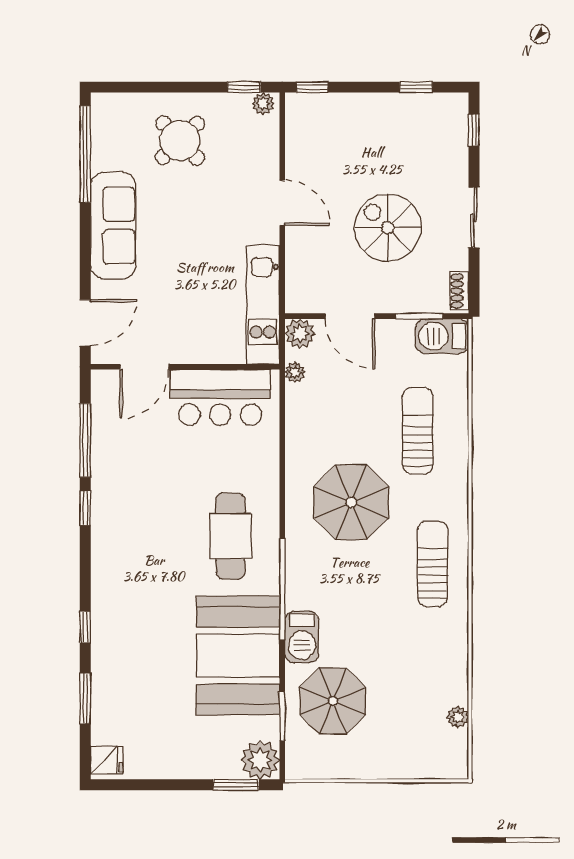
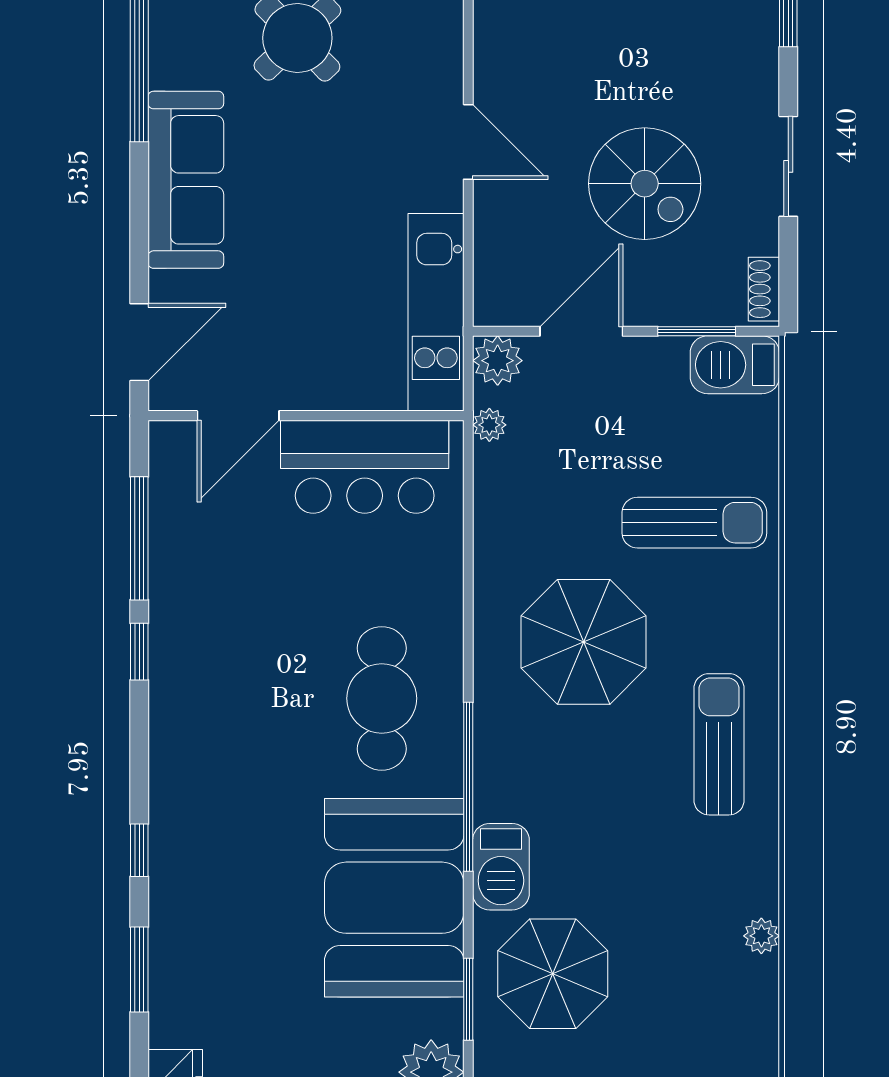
spiral stairs: (388, 228) -> (645, 184), turned 180
door: (350, 316) -> (581, 331), swing flipped
sun lounger: (418, 431) -> (694, 523), turned 90
plant: (458, 717) -> (761, 936), moved

